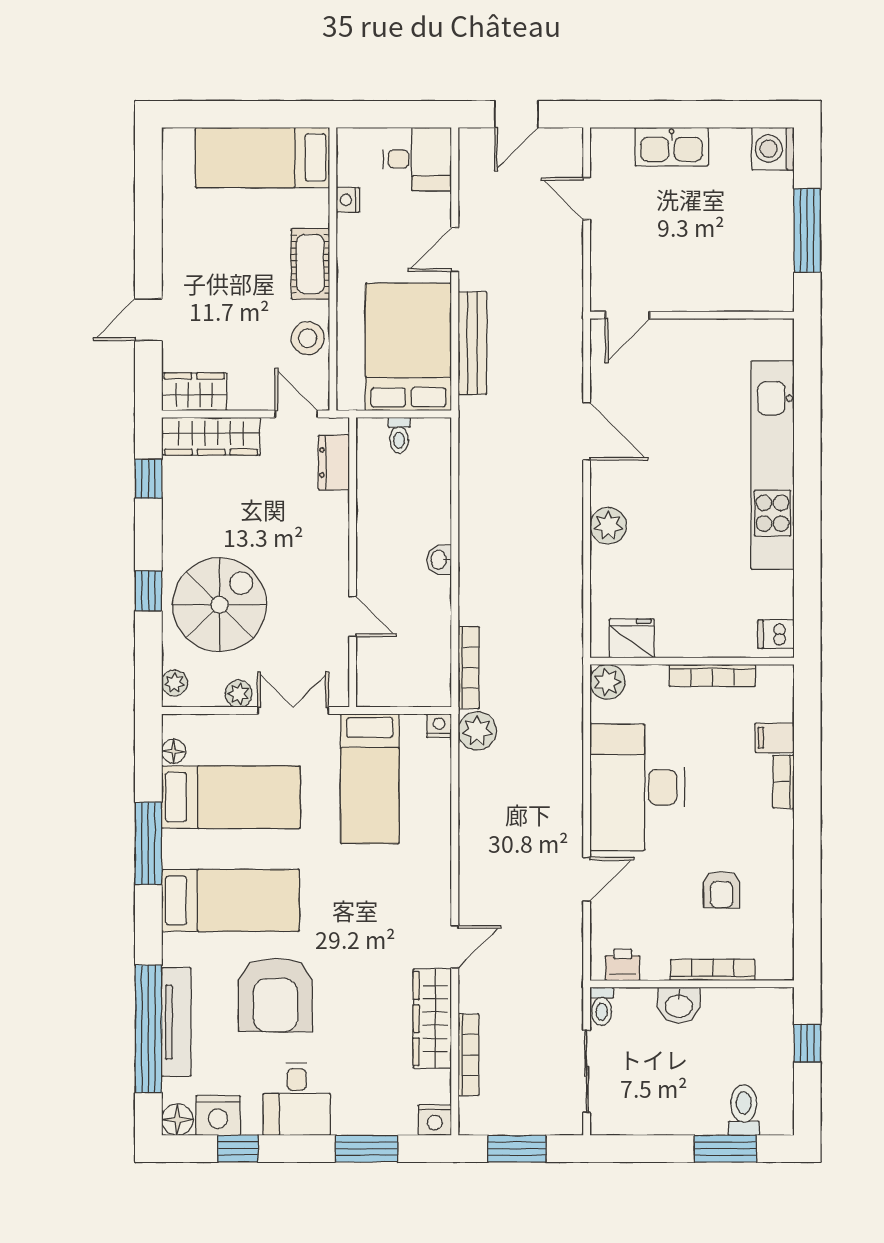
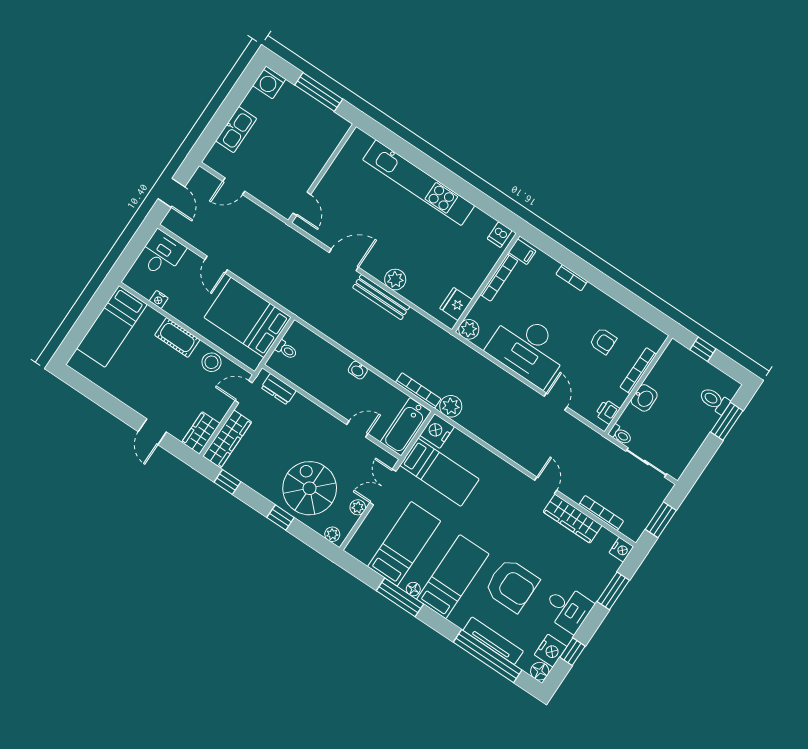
bench: (472, 343) -> (381, 297), moved
bathtub: (403, 685) -> (406, 427), added
nightstand: (439, 726) -> (437, 431), width x1.89, depth x1.79
filing cabinet: (775, 738) -> (522, 252), moved, turned -90
floor lamp: (174, 751) -> (413, 589), moved

